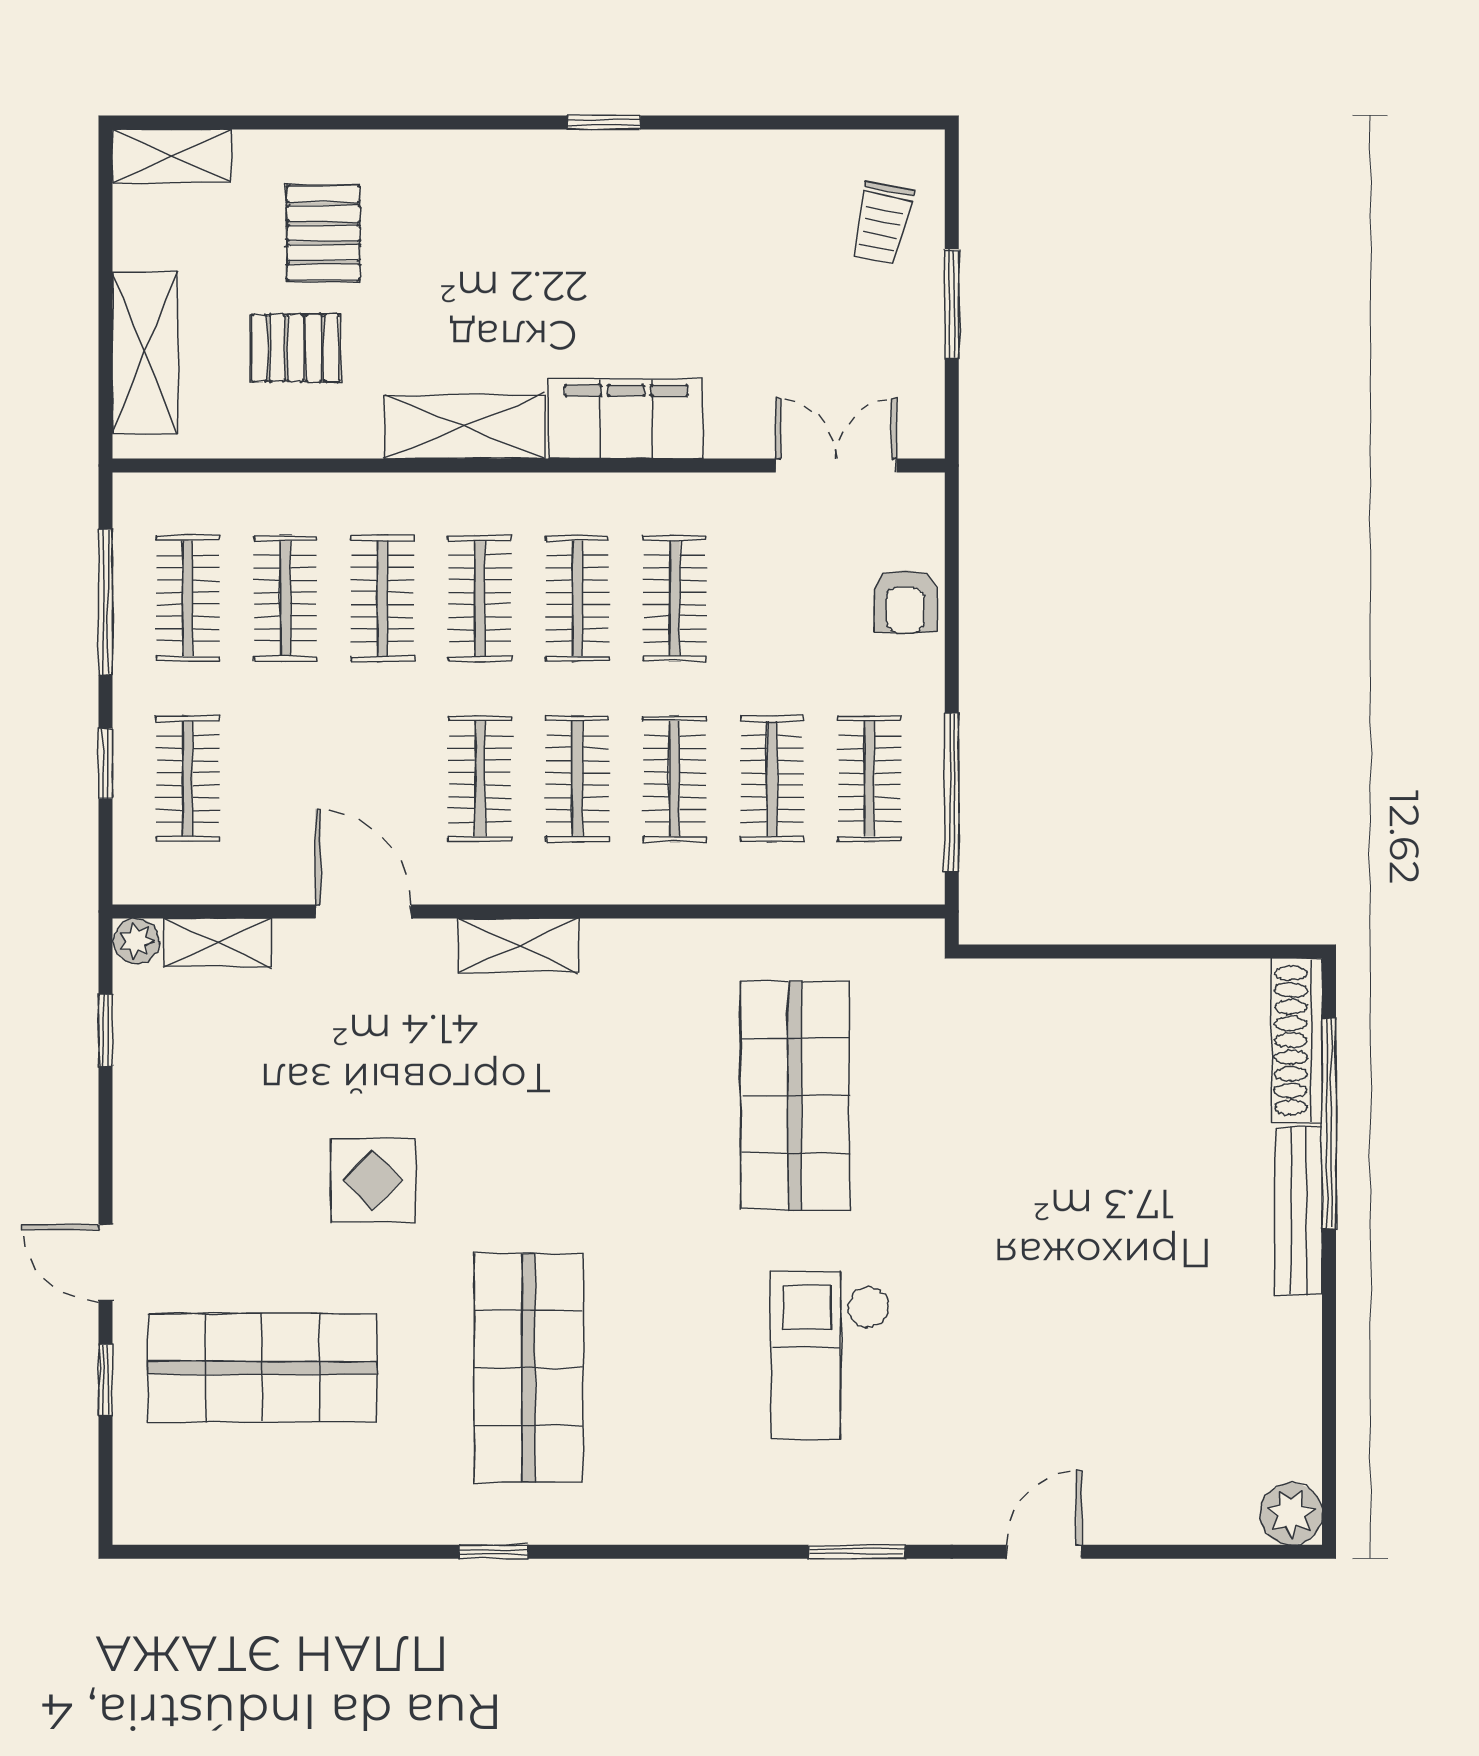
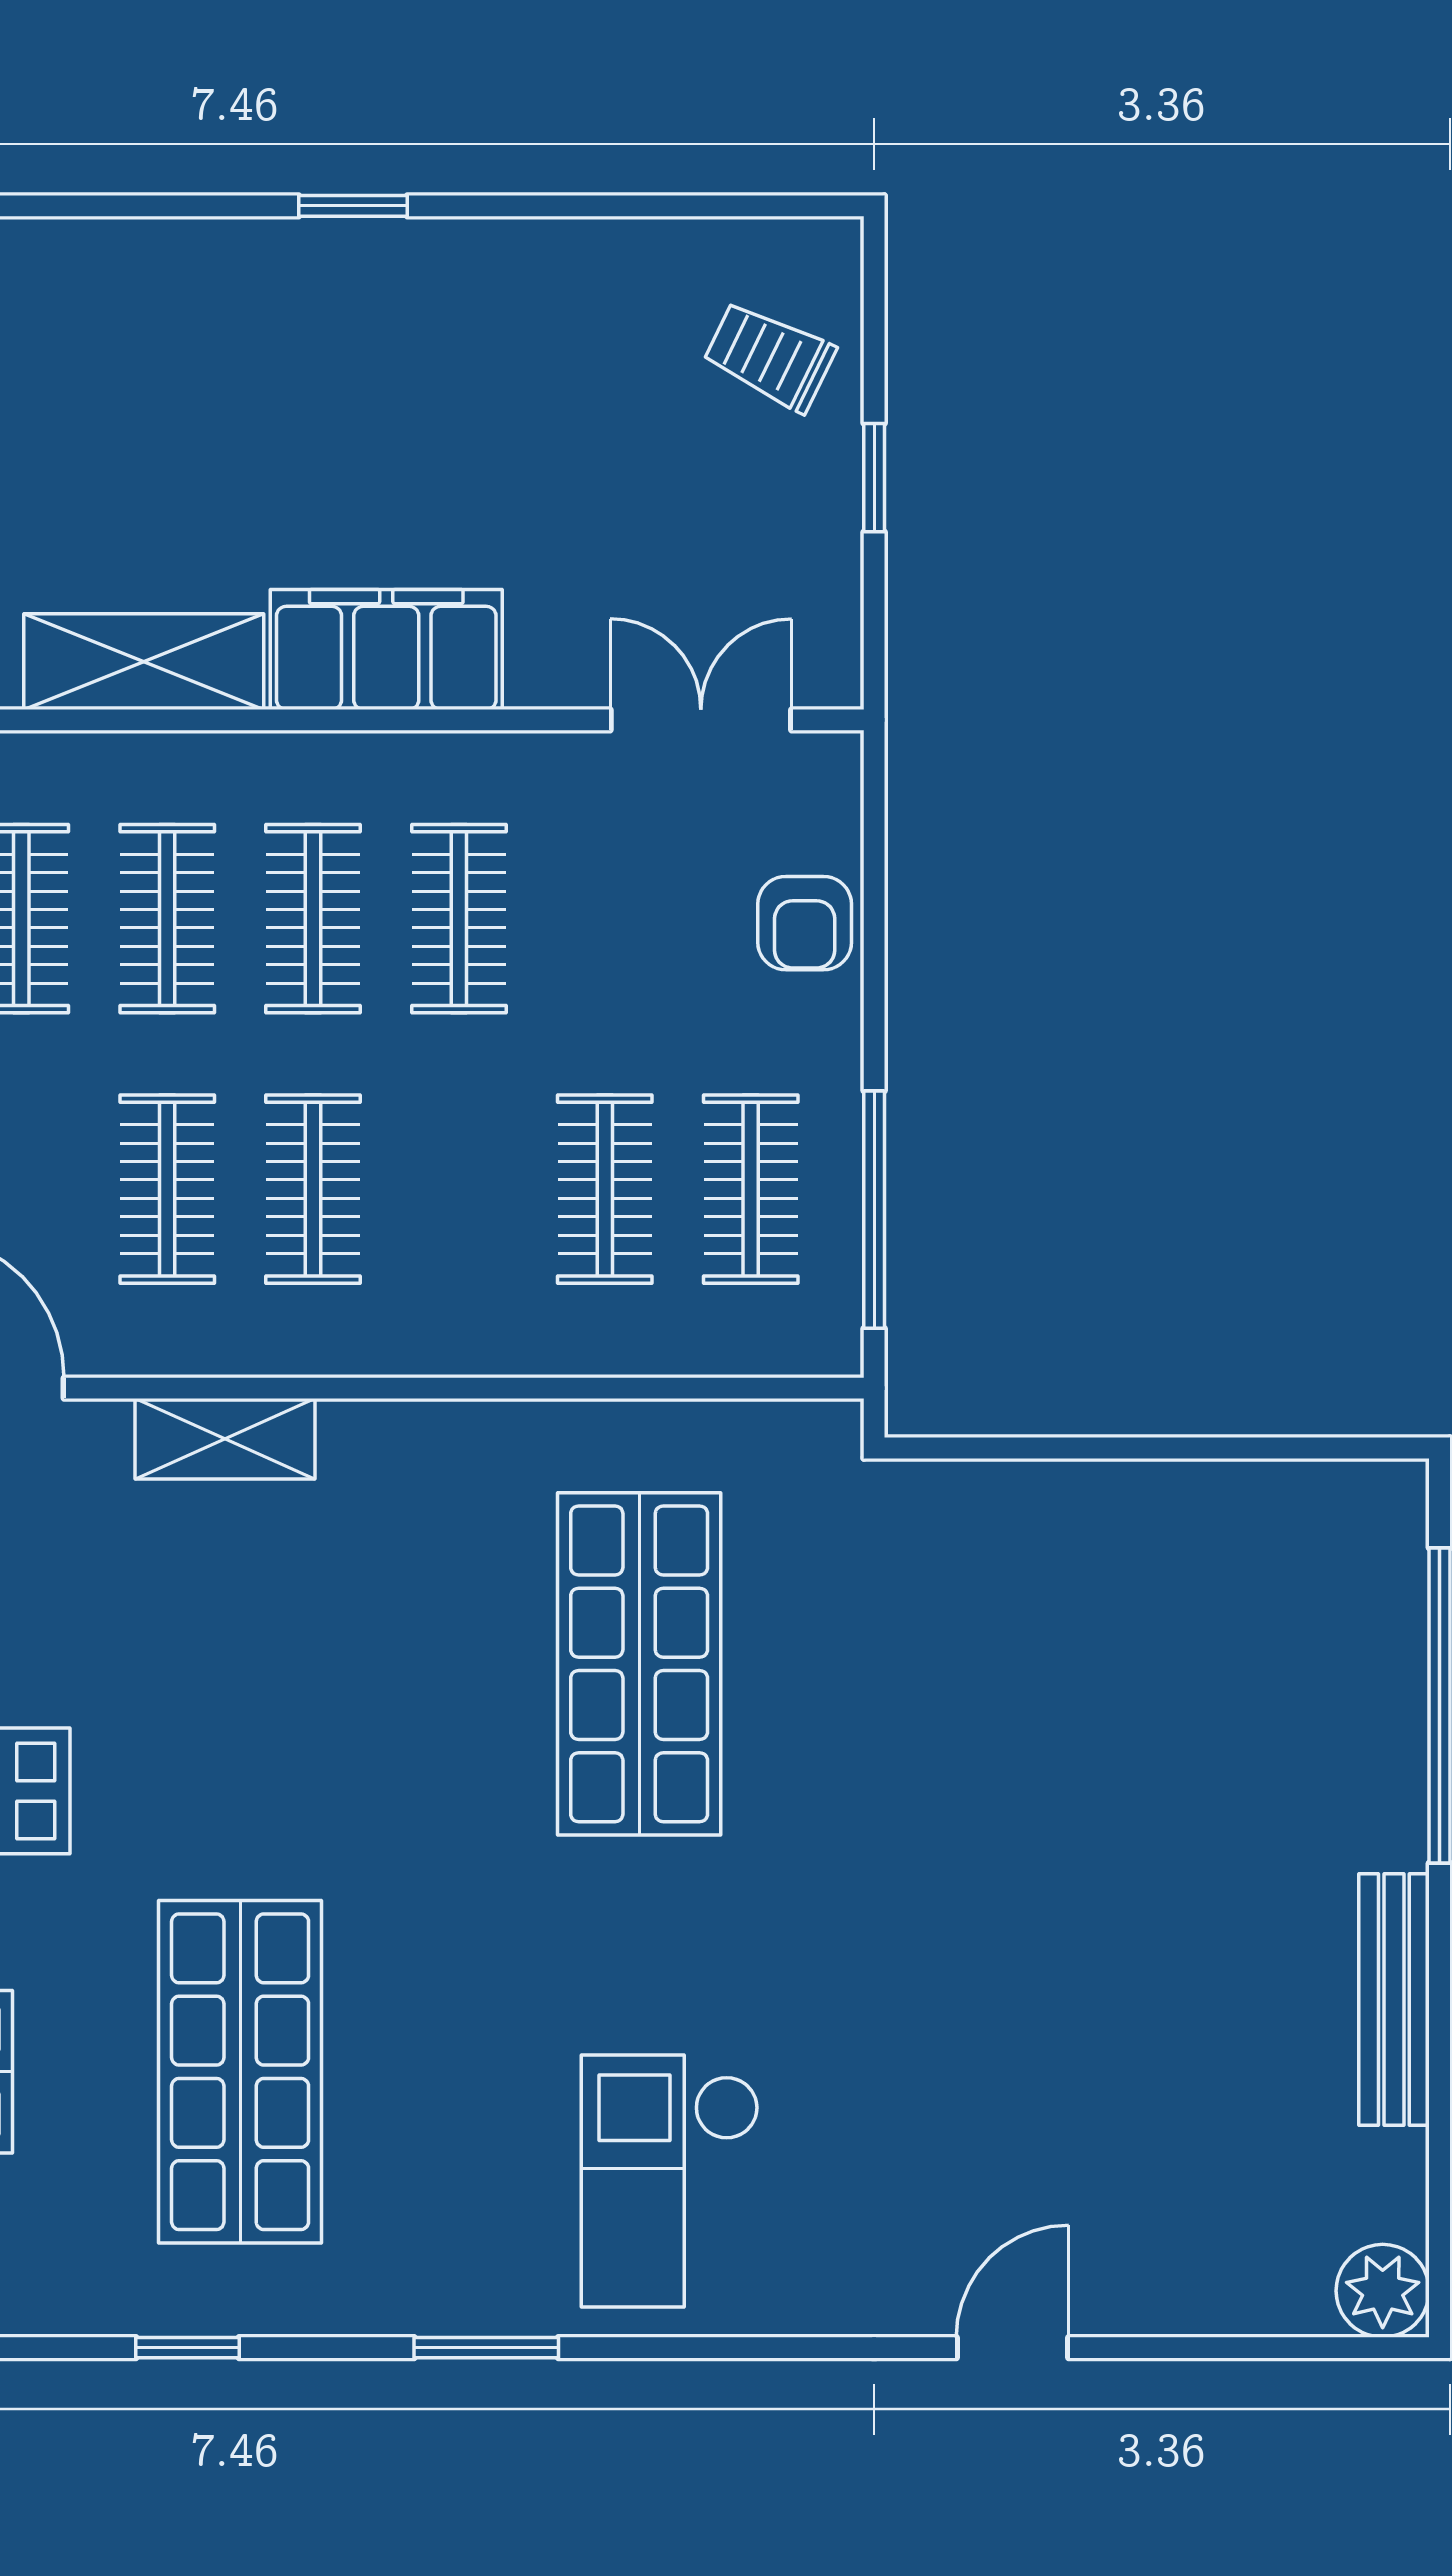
trolley: (882, 223) -> (770, 356), turned 104
window: (952, 304) -> (874, 478), width x0.67
clothes rail: (675, 779) -> (459, 1189), removed
shoe rack: (1297, 1040) -> (1391, 1581), removed
bench: (1299, 1211) -> (1394, 2000), moved
checkout: (831, 1356) -> (670, 2181), moved
window: (857, 1552) -> (486, 2348), moved

